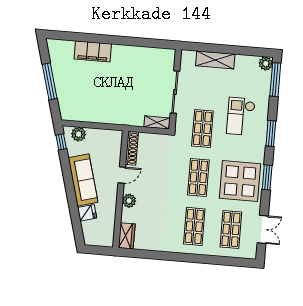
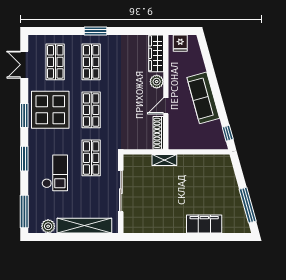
shelving: (215, 60) -> (84, 226), width x1.47
plant: (266, 64) -> (48, 226), moved
window: (50, 81) -> (248, 205), moved
shelving: (157, 122) -> (164, 160), moved
plant: (79, 134) -> (211, 142), removed
fridge: (87, 213) -> (180, 43), moved, turned -75
wardrobe: (127, 236) -> (156, 53), width x1.50
window: (187, 258) -> (96, 31), added

